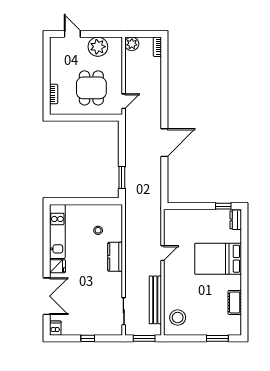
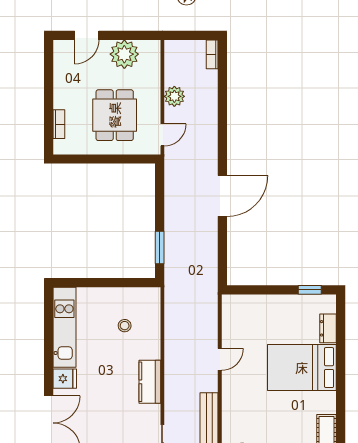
door: (72, 34) -> (87, 35), swing flipped
plant: (132, 44) -> (174, 96), moved
dresser: (236, 220) -> (328, 328), moved
kitchen counter: (115, 257) -> (150, 382), moved

